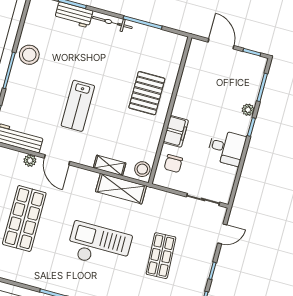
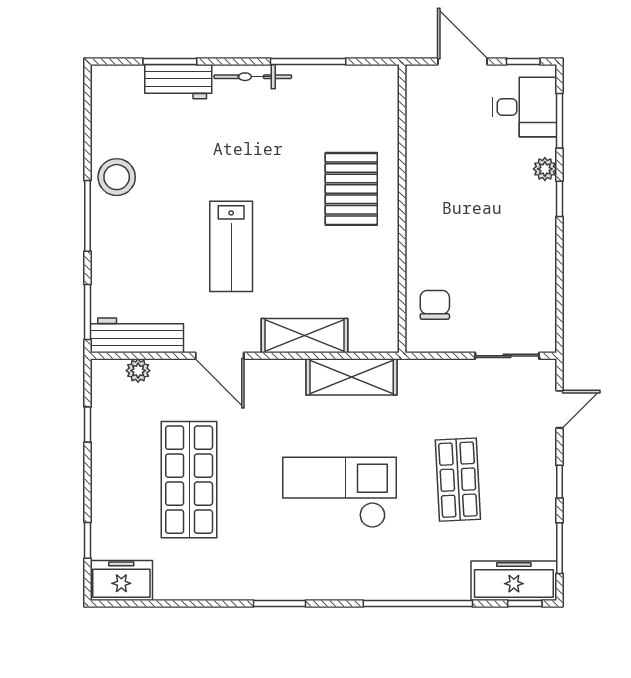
filing cabinet: (176, 131) -> (423, 245), removed
desk: (227, 148) -> (524, 107), moved
plant: (30, 161) -> (138, 371), moved
chair: (173, 164) -> (435, 305), turned 180
shelving: (110, 165) -> (305, 336), width x1.50, depth x1.33
stool: (142, 169) -> (381, 330), removed

